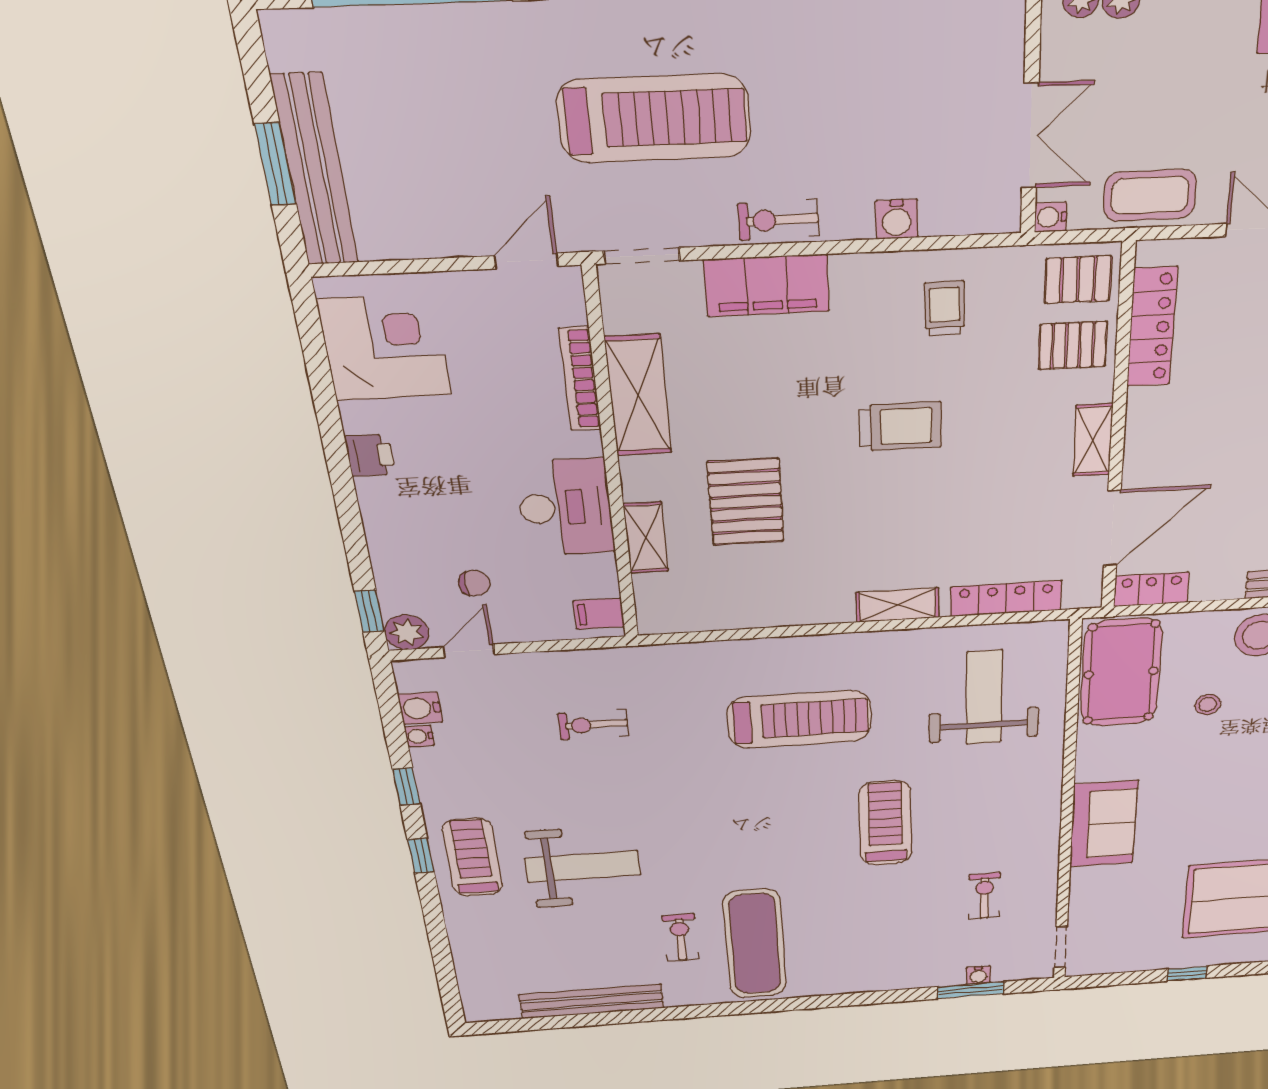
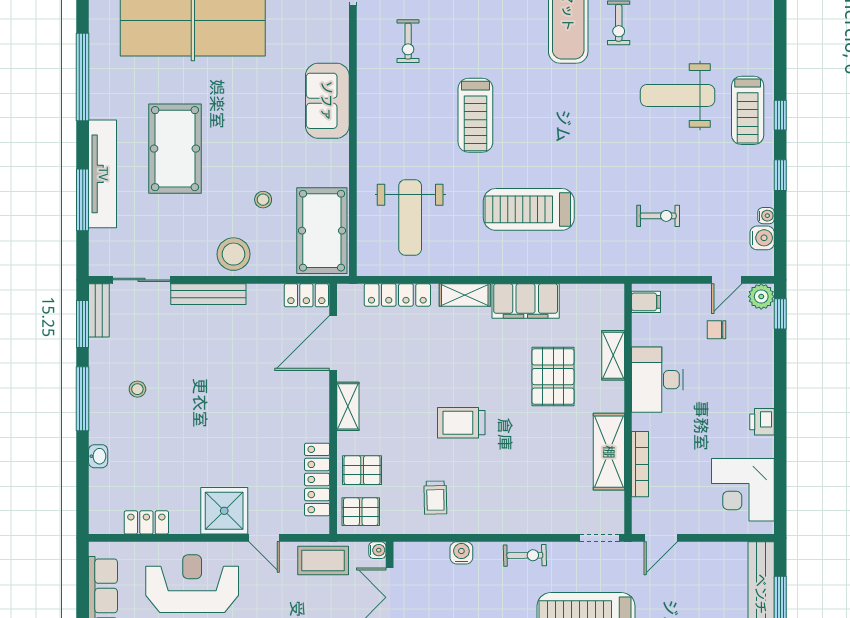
filing cabinet: (767, 285) -> (526, 301), moved, turned 180

